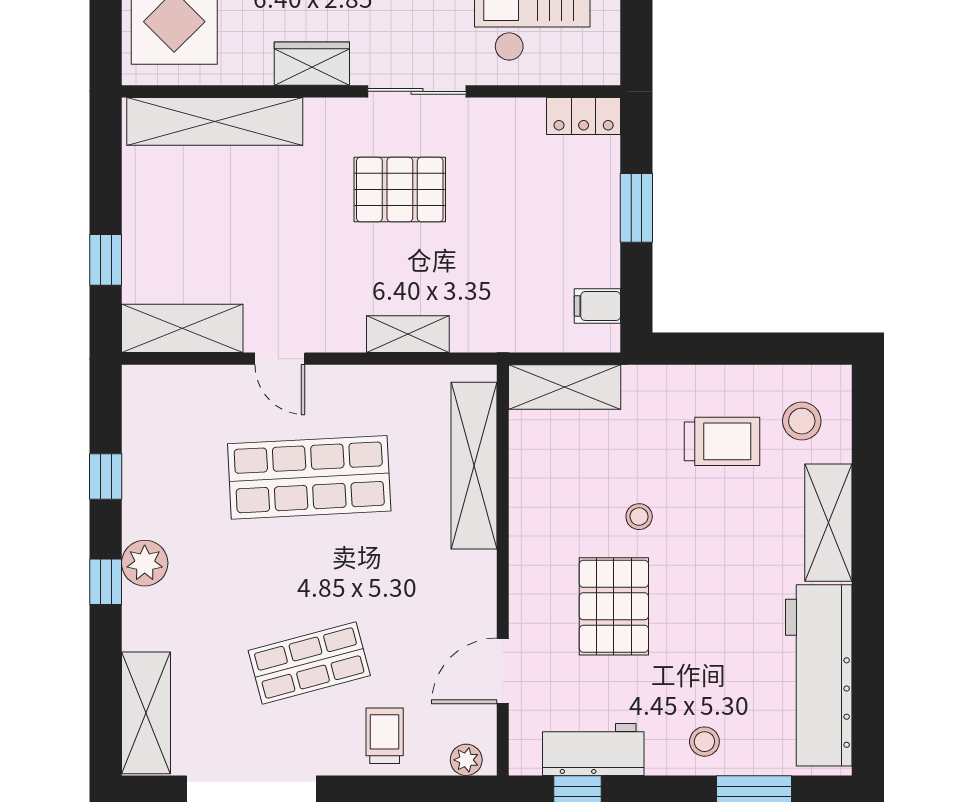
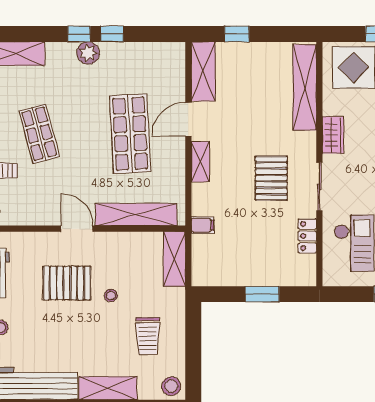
locker: (584, 116) -> (307, 236), moved
filing cabinet: (597, 306) -> (203, 225), moved, turned 90
shelving: (408, 334) -> (200, 162), moved
door: (280, 359) -> (188, 119), width x1.38
stool: (802, 421) -> (171, 386), moved
window: (106, 476) -> (112, 34), moved
door: (503, 671) -> (77, 229), moved

